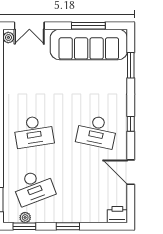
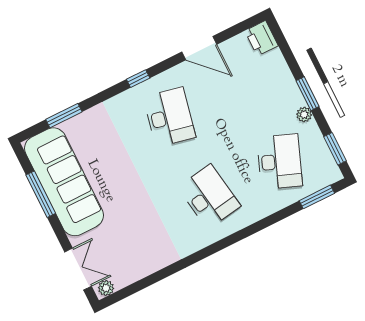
door: (131, 172) -> (199, 48), hinge flipped
desk: (34, 187) -> (279, 162), turned 42
plant: (25, 218) -> (304, 115), moved

